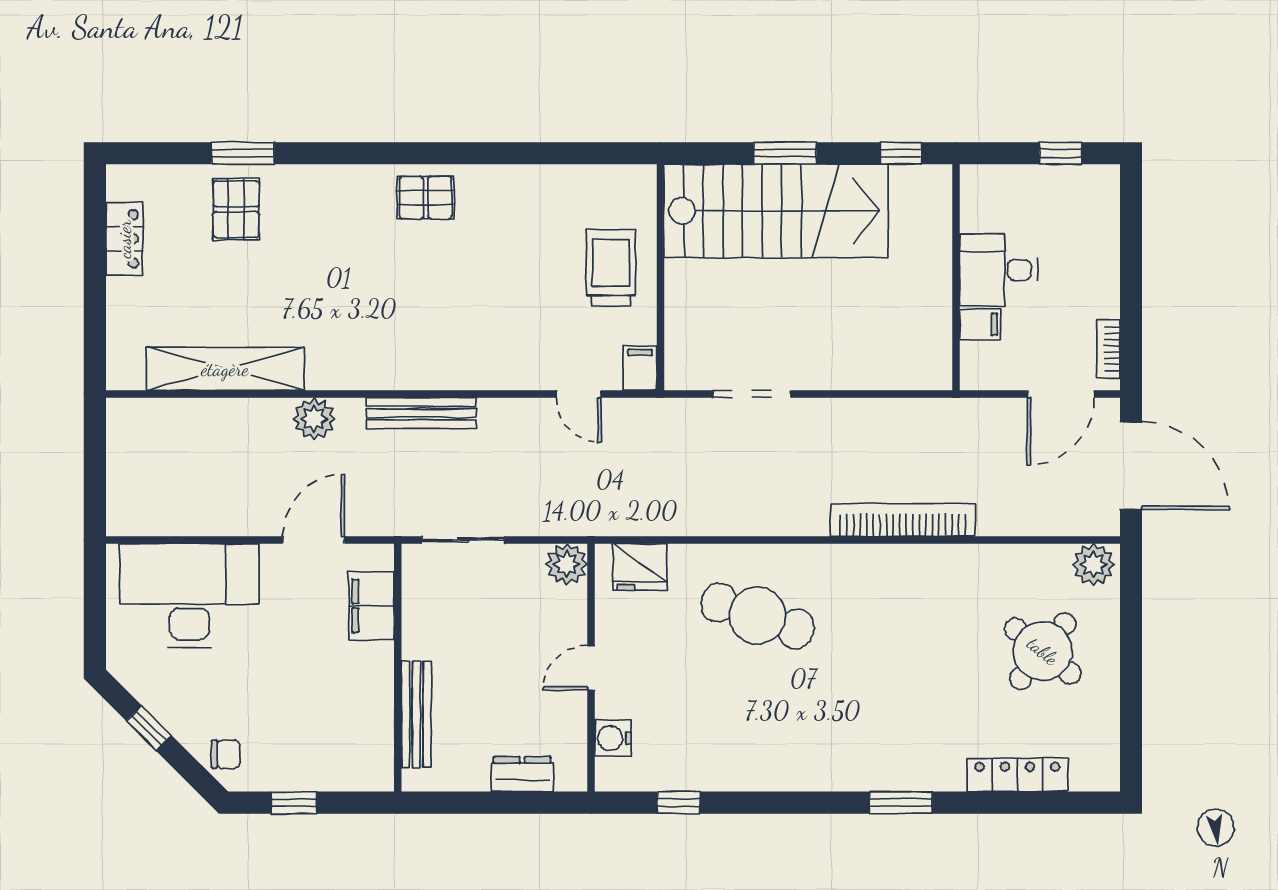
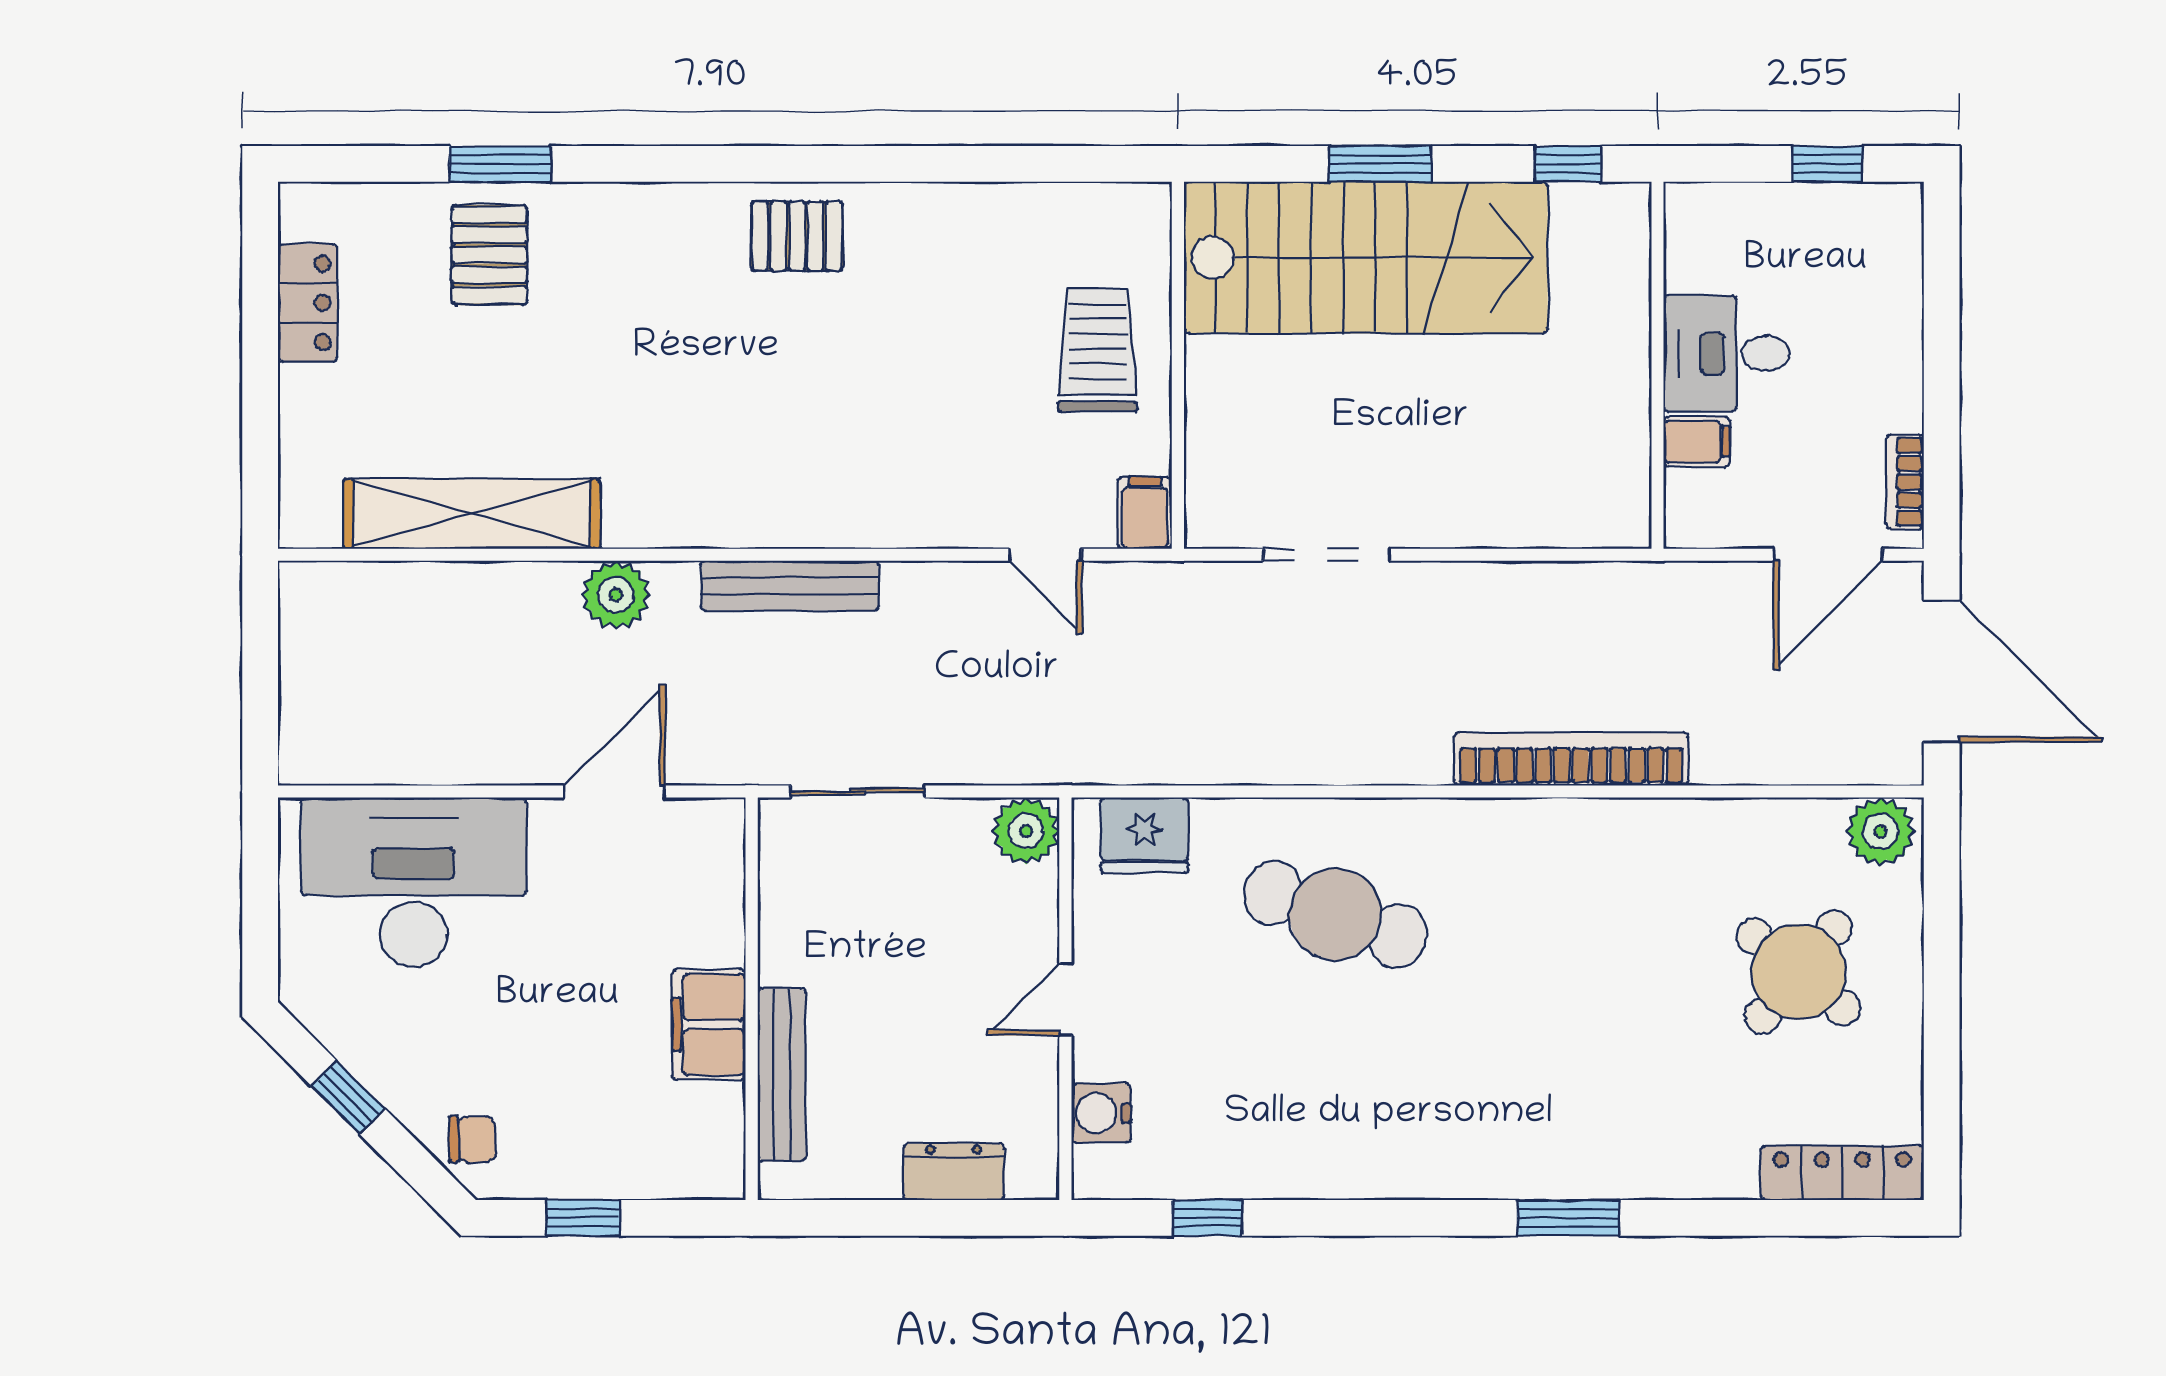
filing cabinet: (371, 606) -> (709, 1025), moved
locker: (1017, 775) -> (1842, 1173), moved

